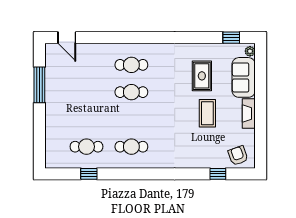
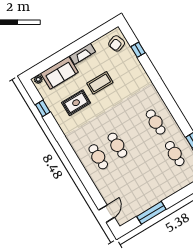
window: (231, 38) -> (43, 108), moved

